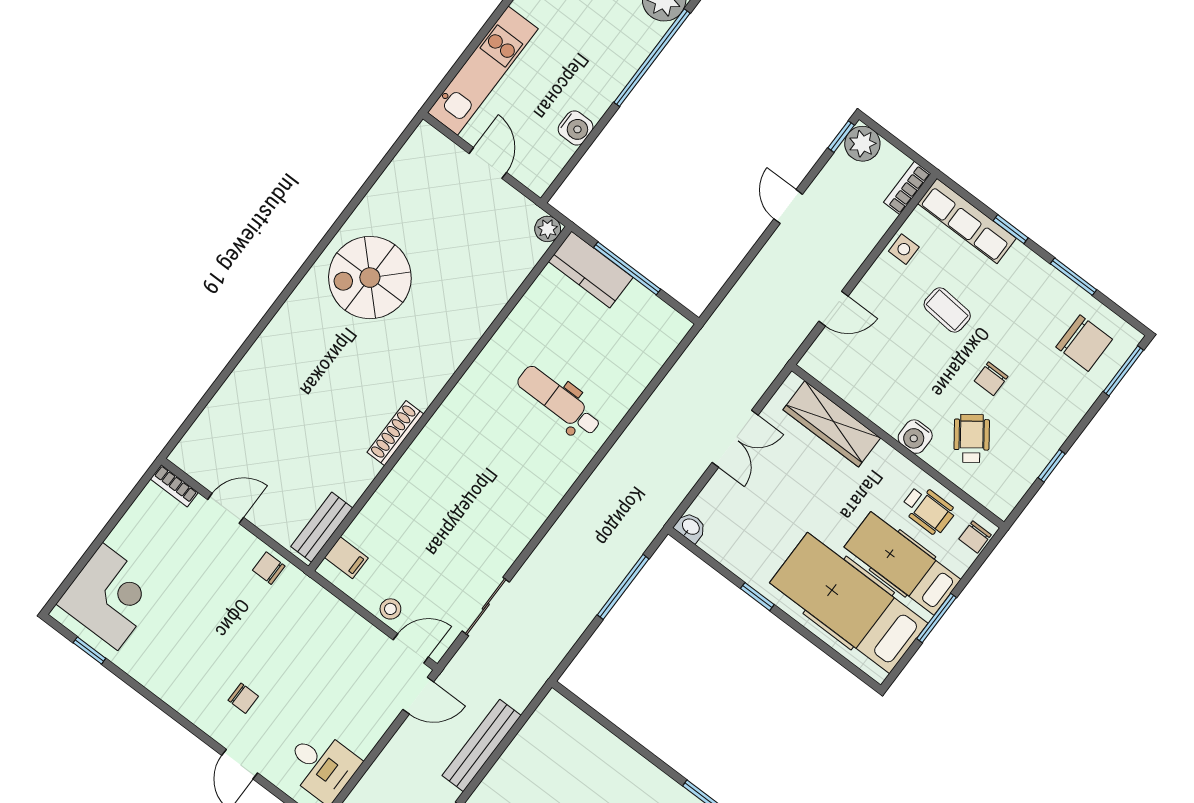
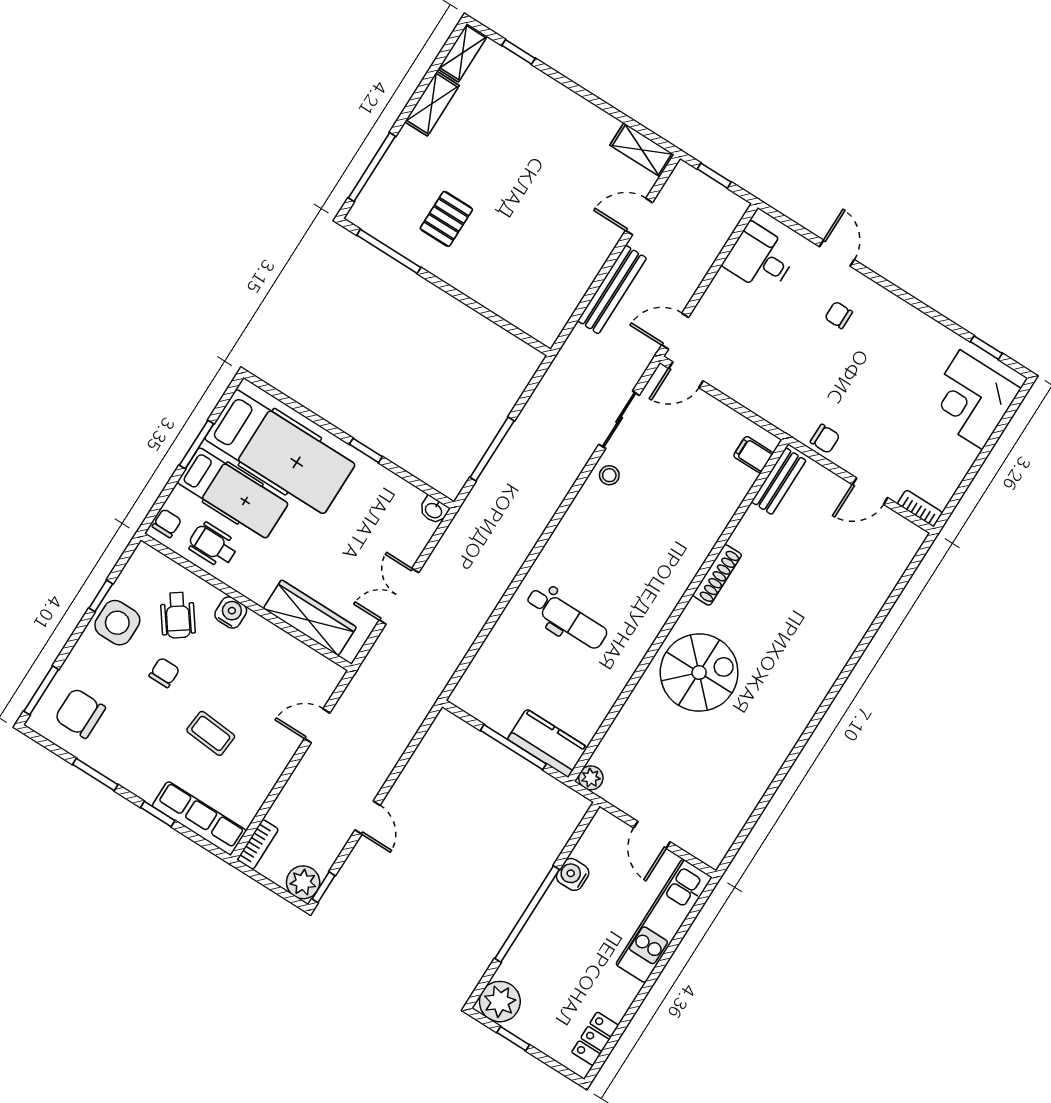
window: (652, 58) -> (527, 914), moved
side table: (904, 249) -> (117, 623), moved, width x1.87, depth x1.87
spiral stairs: (370, 278) -> (699, 673), moved
stool: (390, 609) -> (609, 475), moved

